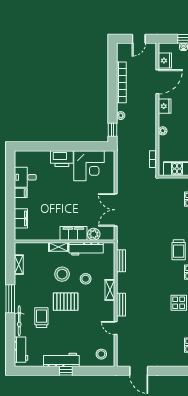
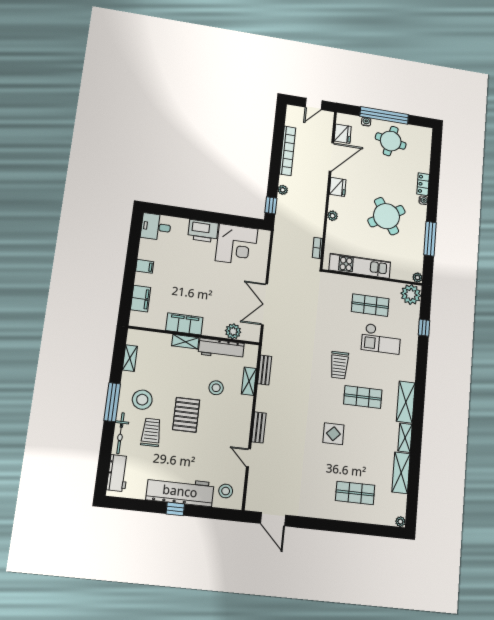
desk: (25, 177) -> (156, 227), moved
filing cabinet: (73, 233) -> (184, 324), moved
stool: (62, 274) -> (142, 400), moved
shelving: (110, 290) -> (249, 381), moved
pallet: (66, 302) -> (186, 415), turned 90
workbench: (61, 360) -> (180, 491), width x1.36, depth x1.32

